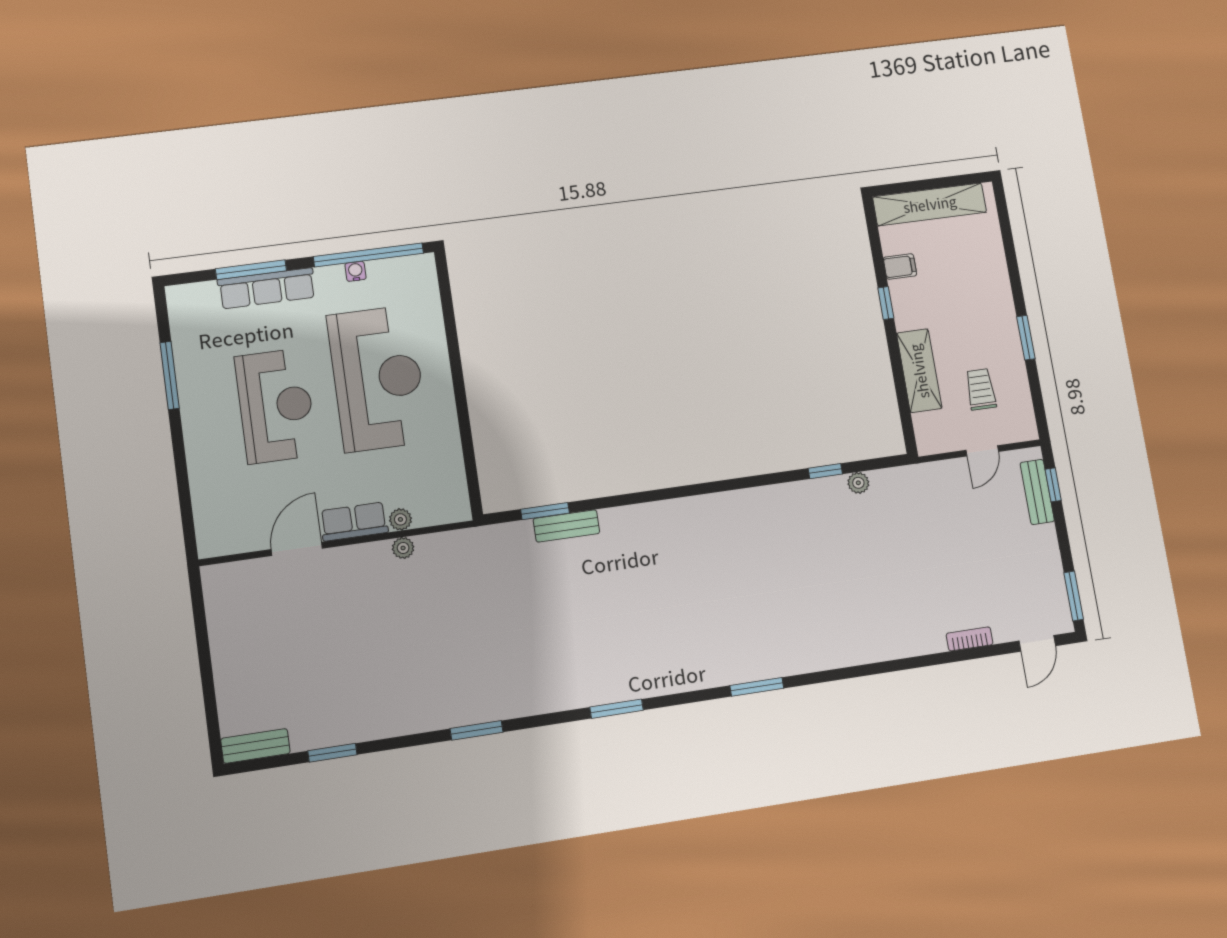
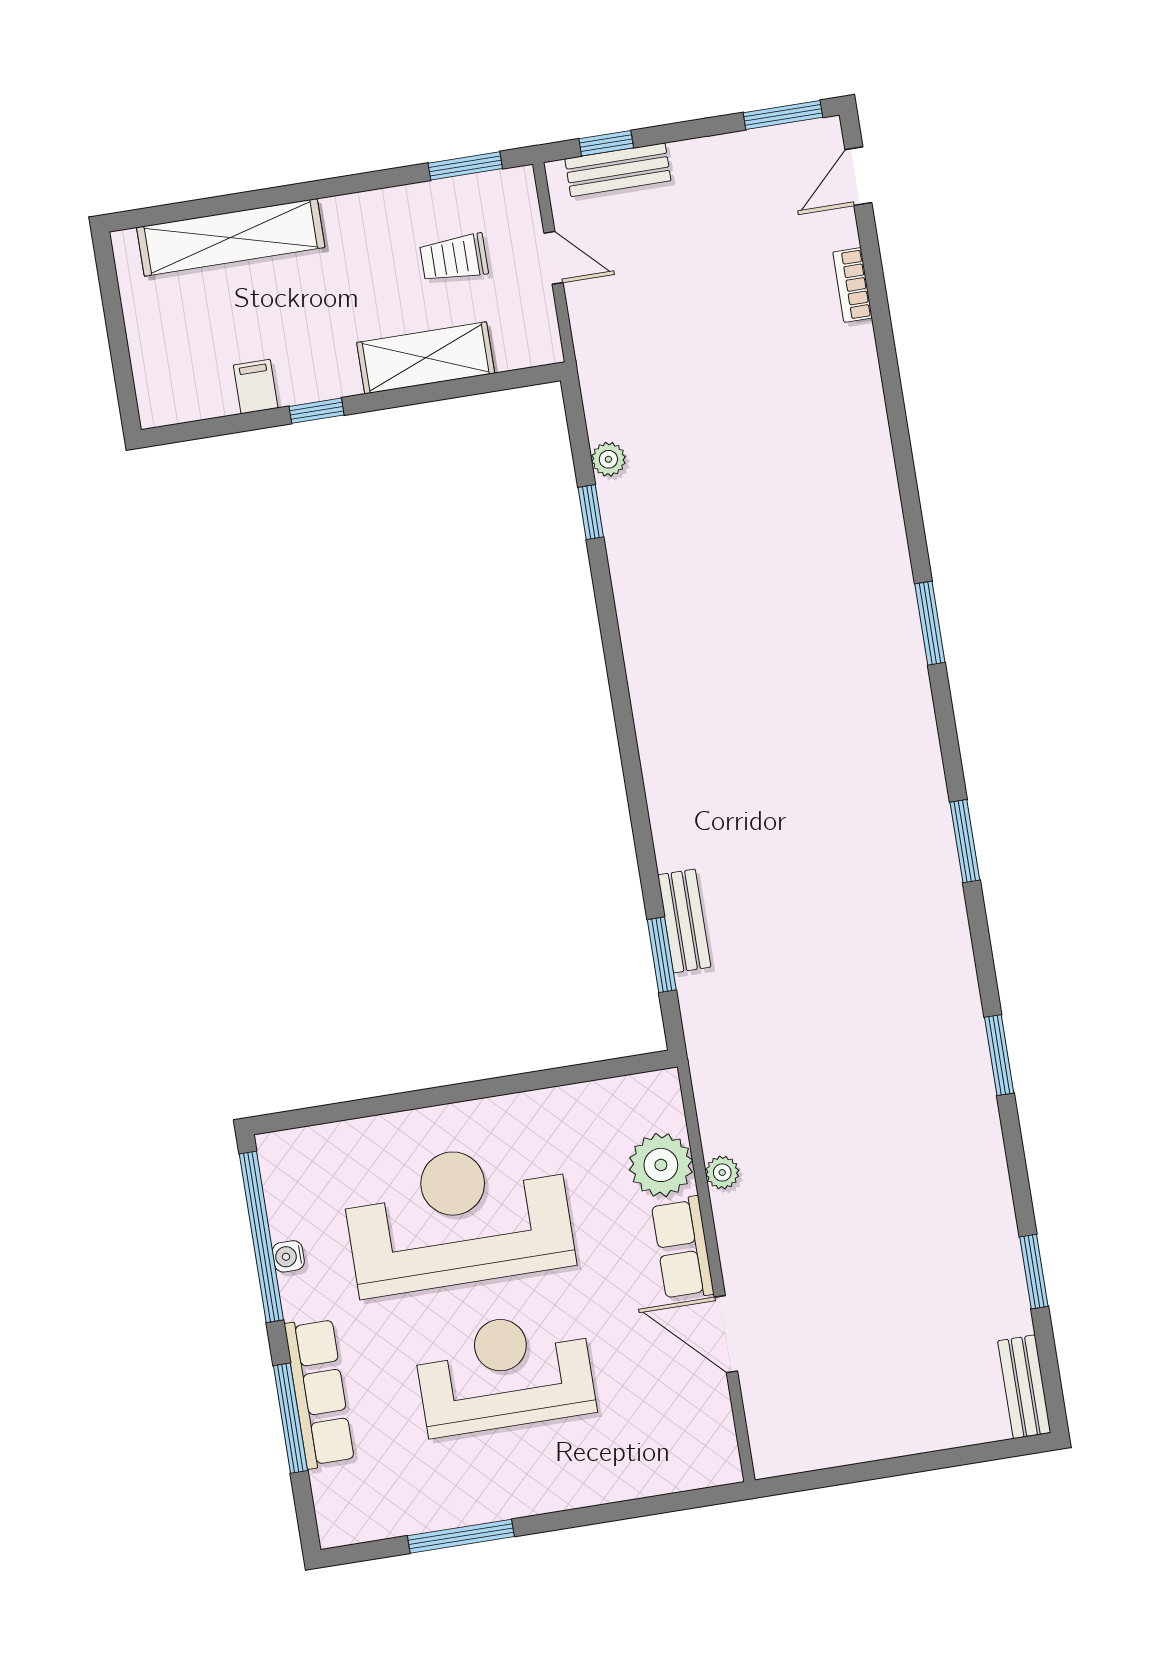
shelving: (930, 204) -> (231, 237), moved, turned 90
window: (1026, 338) -> (465, 166), moved
plant: (400, 519) -> (661, 1165), width x1.87, depth x1.87
door: (1037, 643) -> (858, 176), swing flipped

